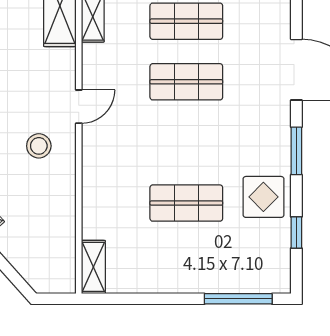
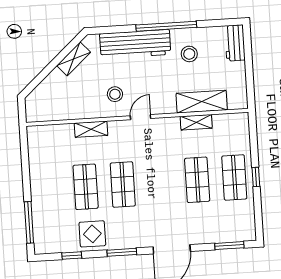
shop shelf: (186, 82) -> (123, 184), moved
door: (79, 107) -> (141, 117), swing flipped
shelving: (93, 267) -> (91, 129), moved

